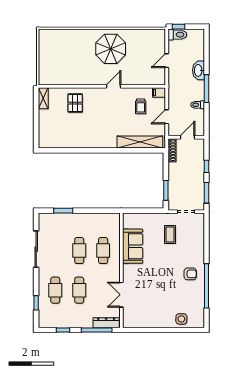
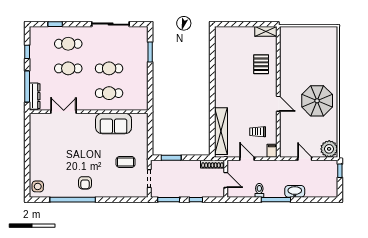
toilet: (177, 35) -> (332, 170), removed
plant: (157, 37) -> (329, 149), added
pallet: (75, 103) -> (261, 64), turned 90
side table: (181, 319) -> (38, 186), moved

